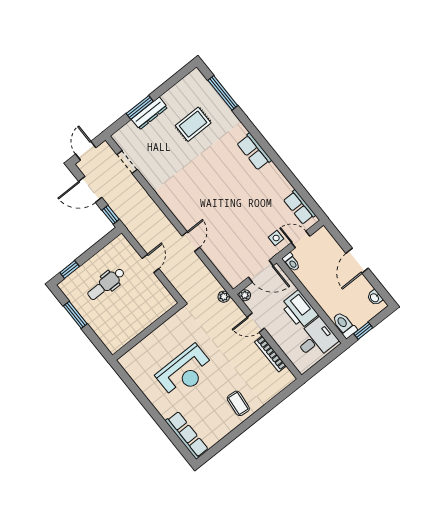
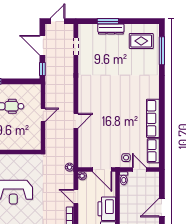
rug: (193, 124) -> (141, 41), moved
row of seats: (254, 152) -> (153, 118), moved, width x1.48

